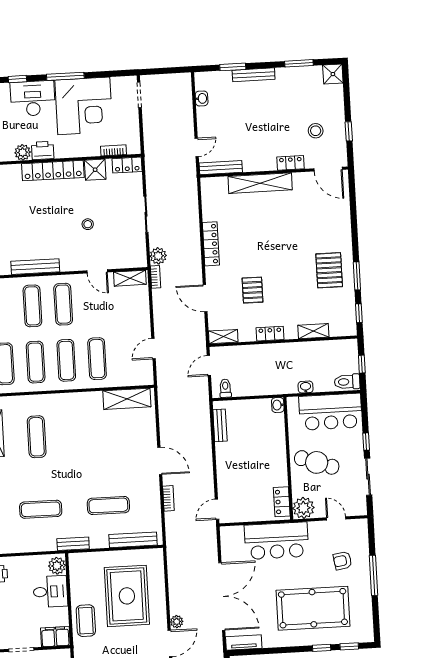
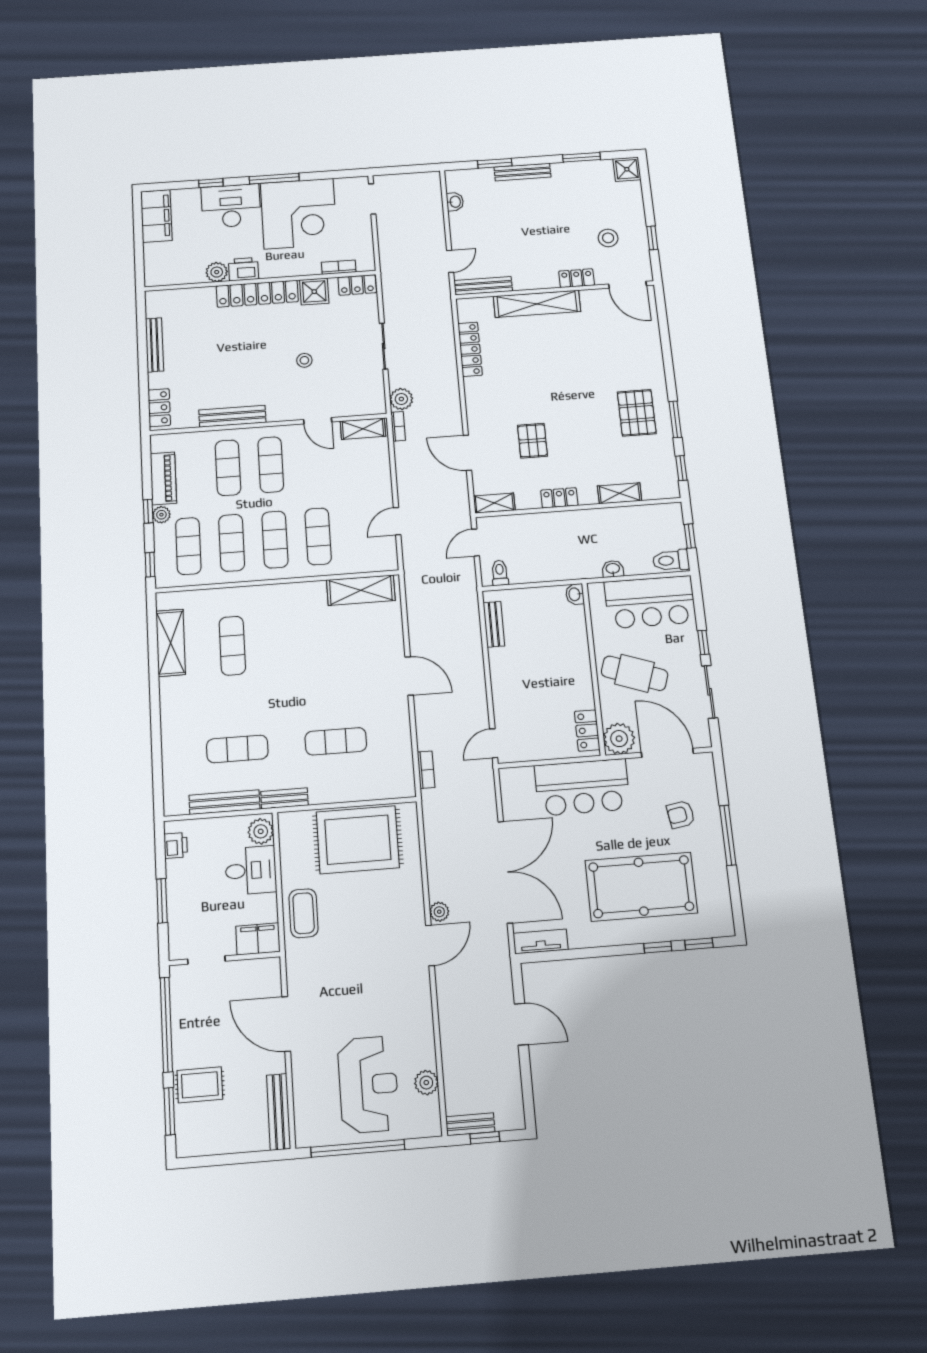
locker: (211, 244) -> (470, 349), moved
bookcase: (168, 498) -> (426, 770), moved
door: (336, 518) -> (667, 753), width x1.87
bench: (133, 540) -> (225, 802), moved
rug: (127, 596) -> (358, 840), moved, turned 90

